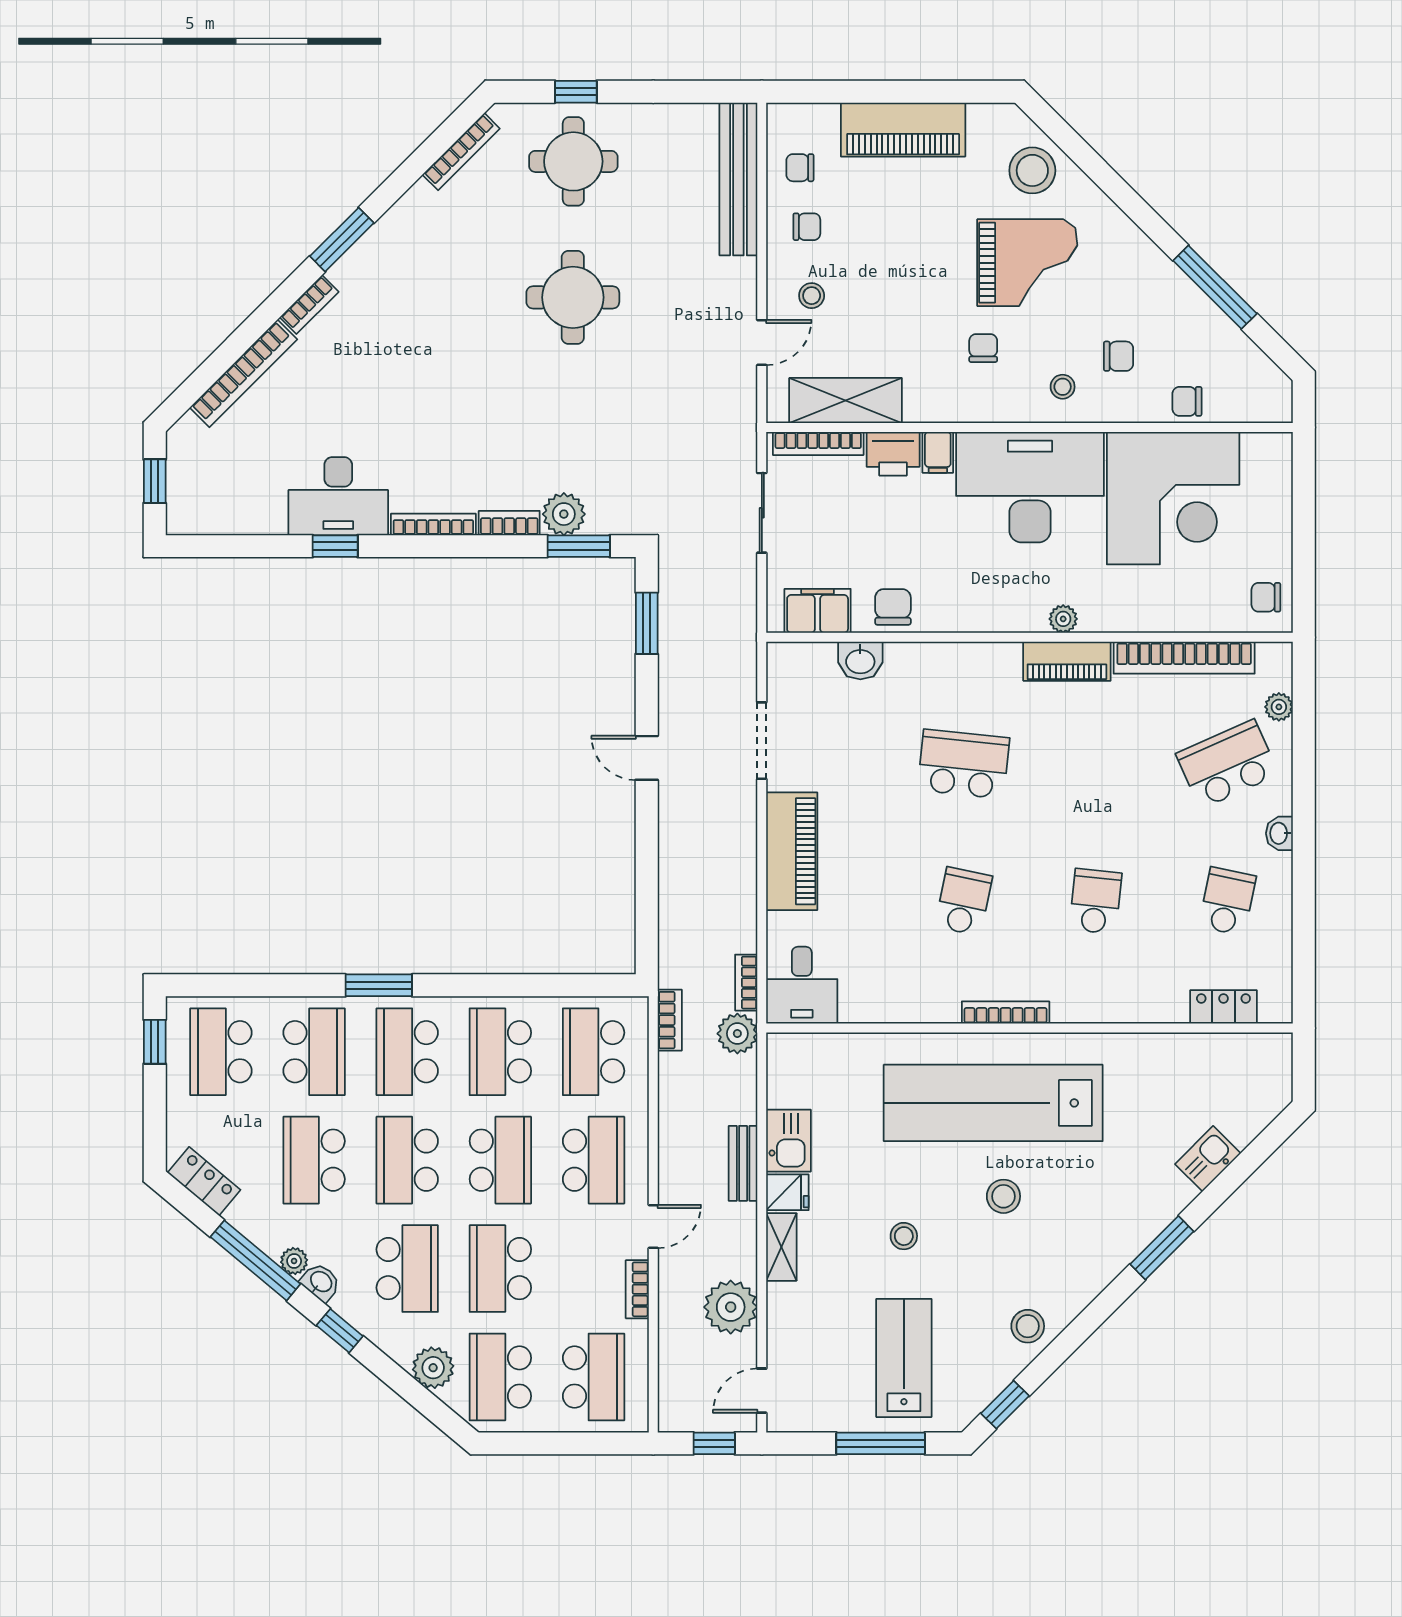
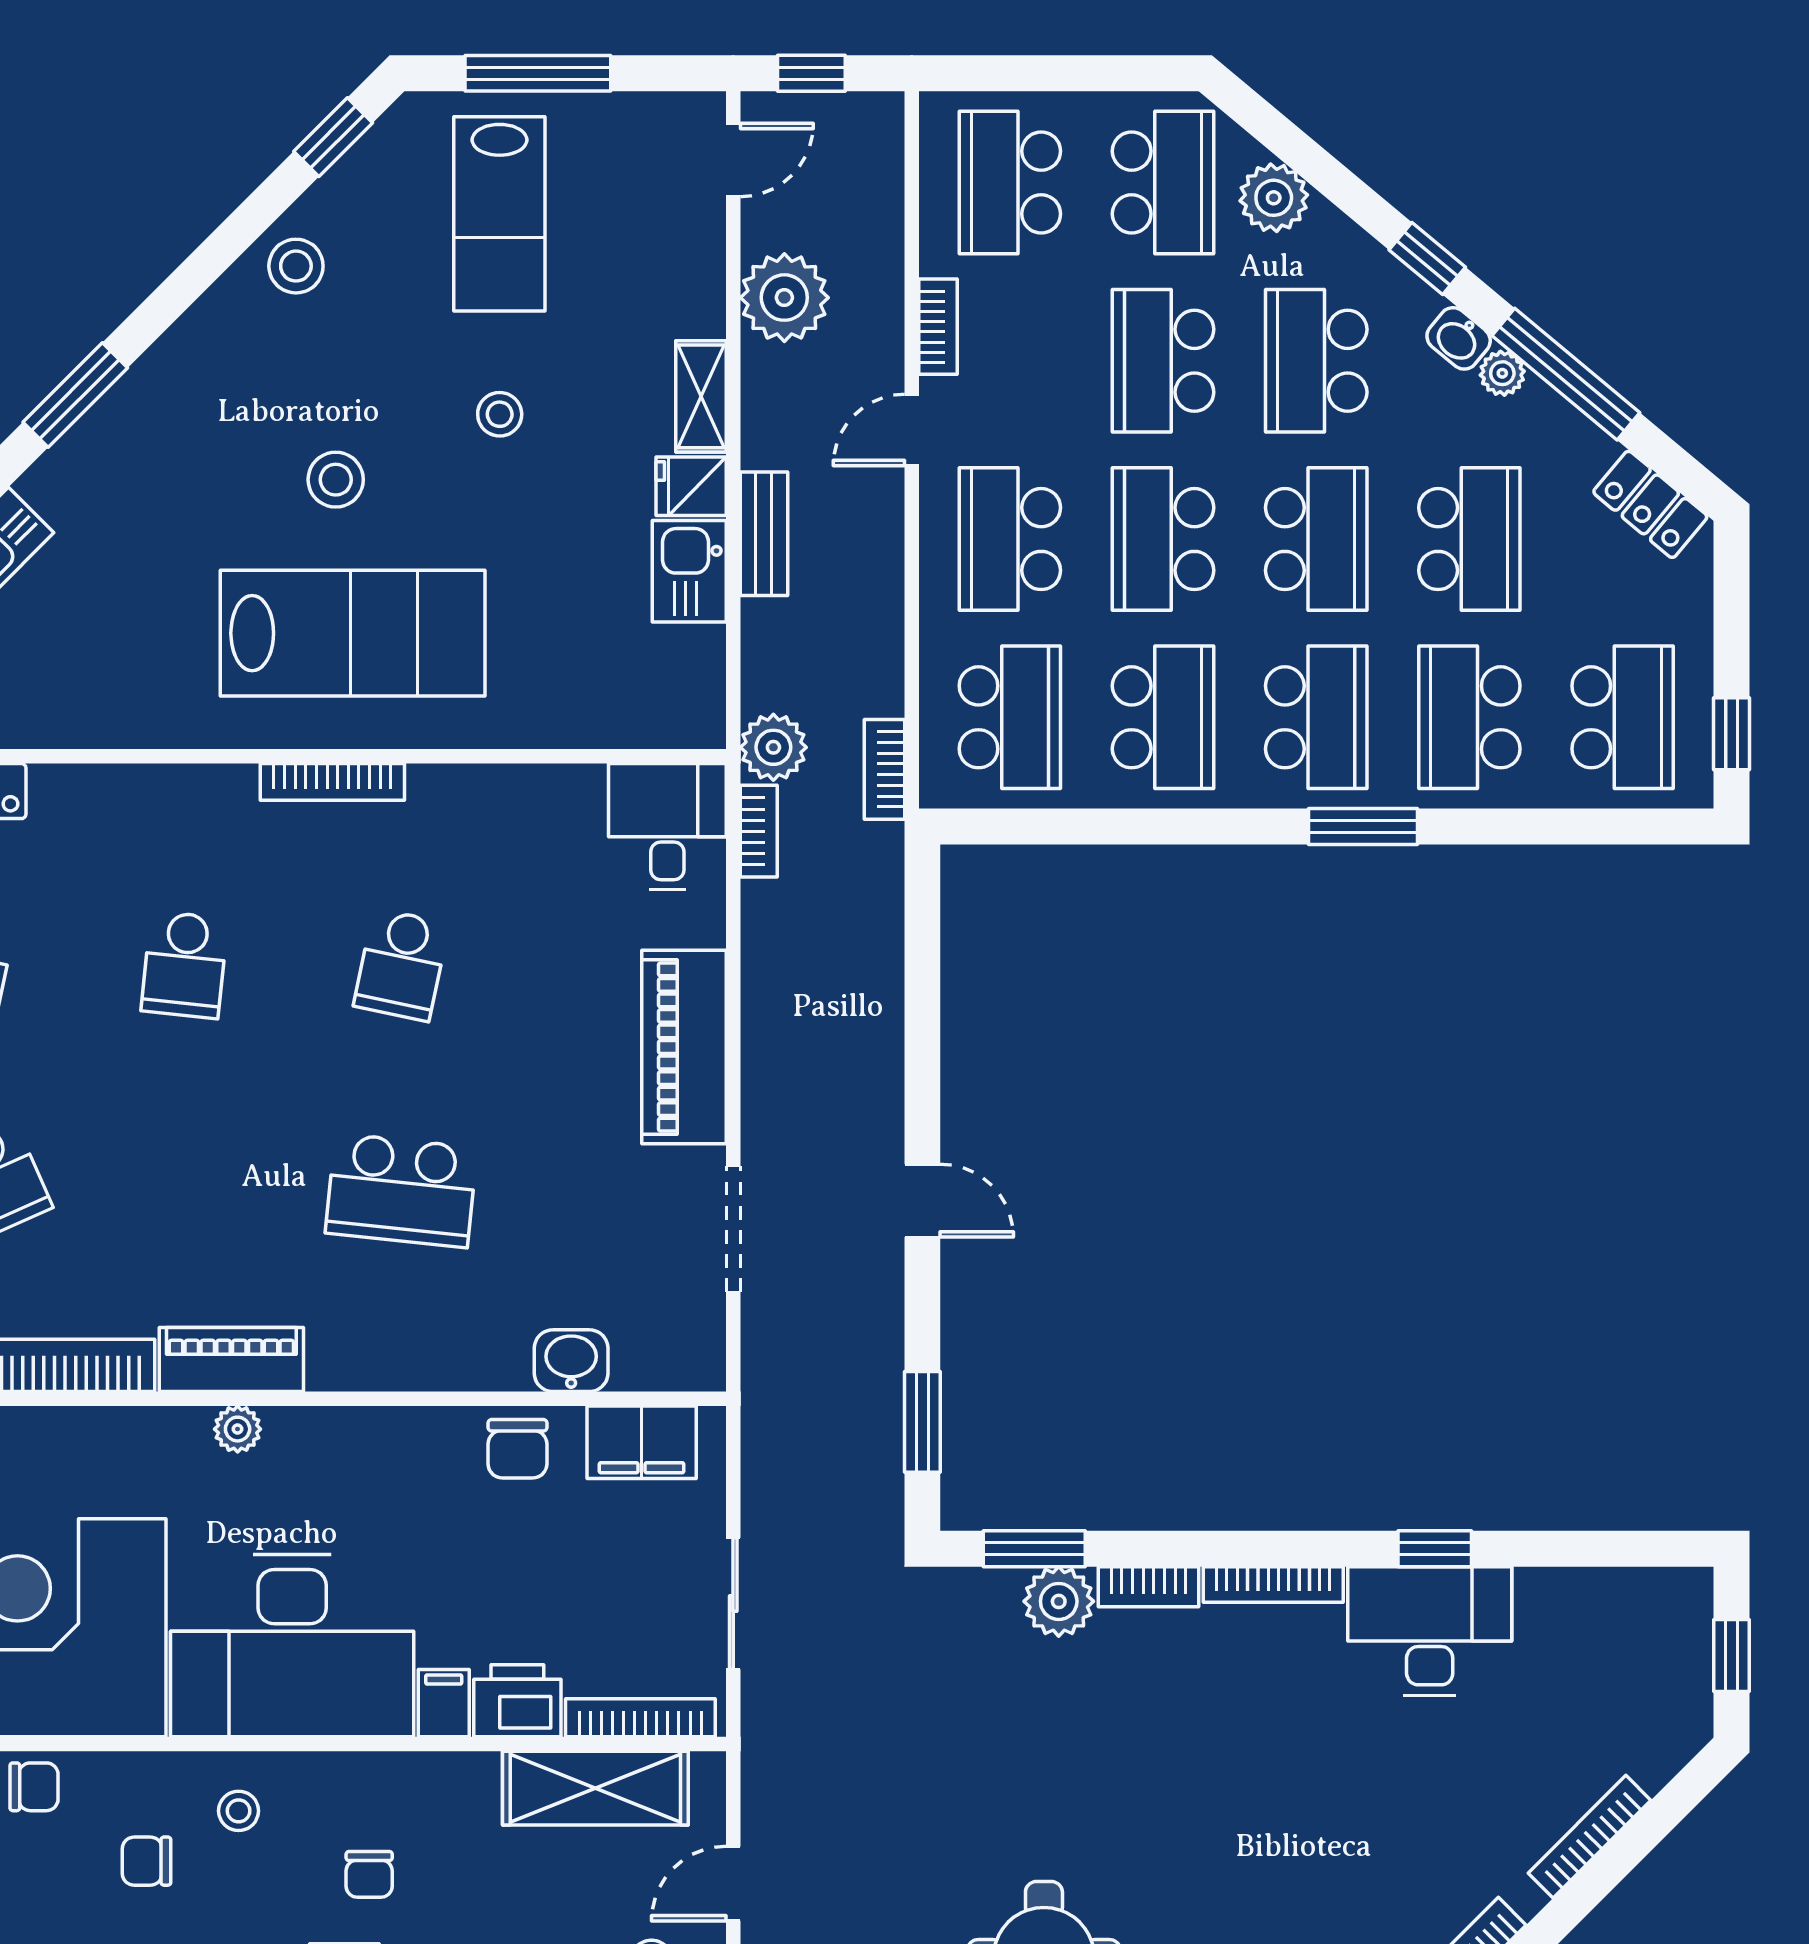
bookcase: (243, 373) -> (1589, 1837), width x0.68, depth x0.76
lab bench: (993, 1103) -> (353, 633), width x0.73
school desk: (500, 1269) -> (1163, 361), turned 180

